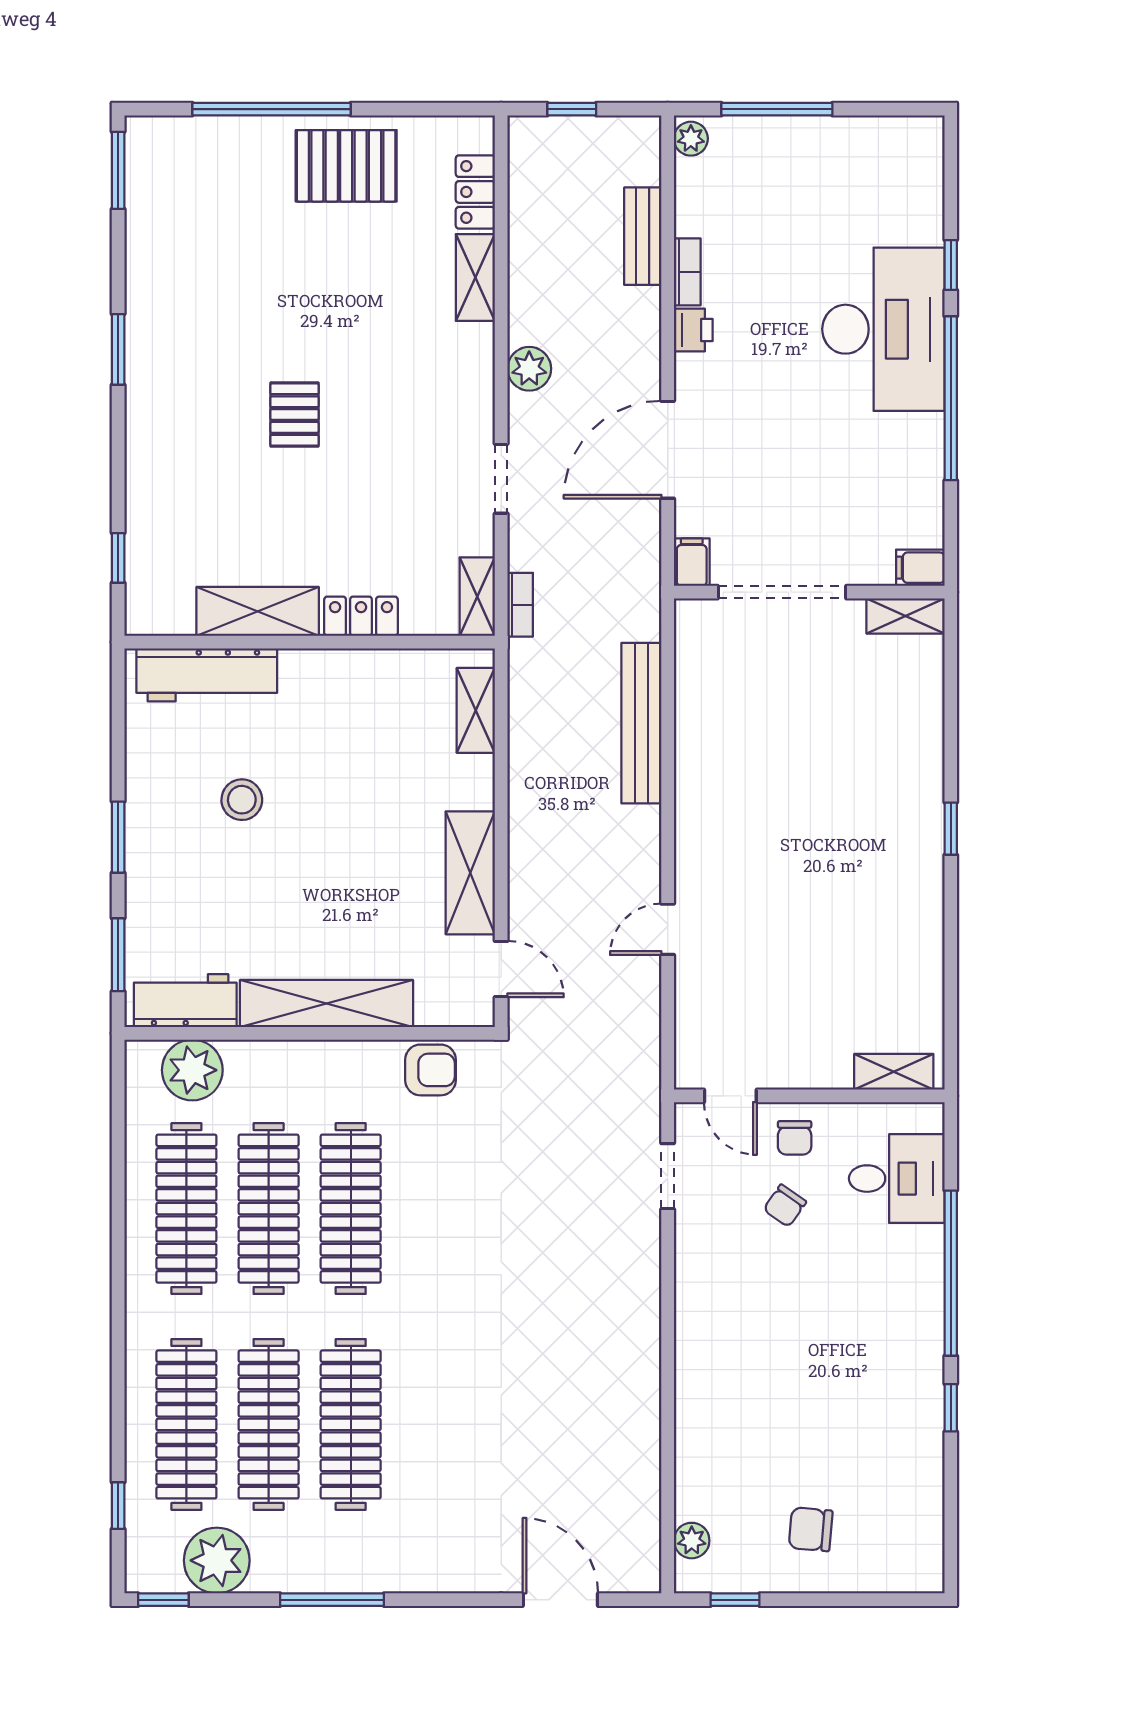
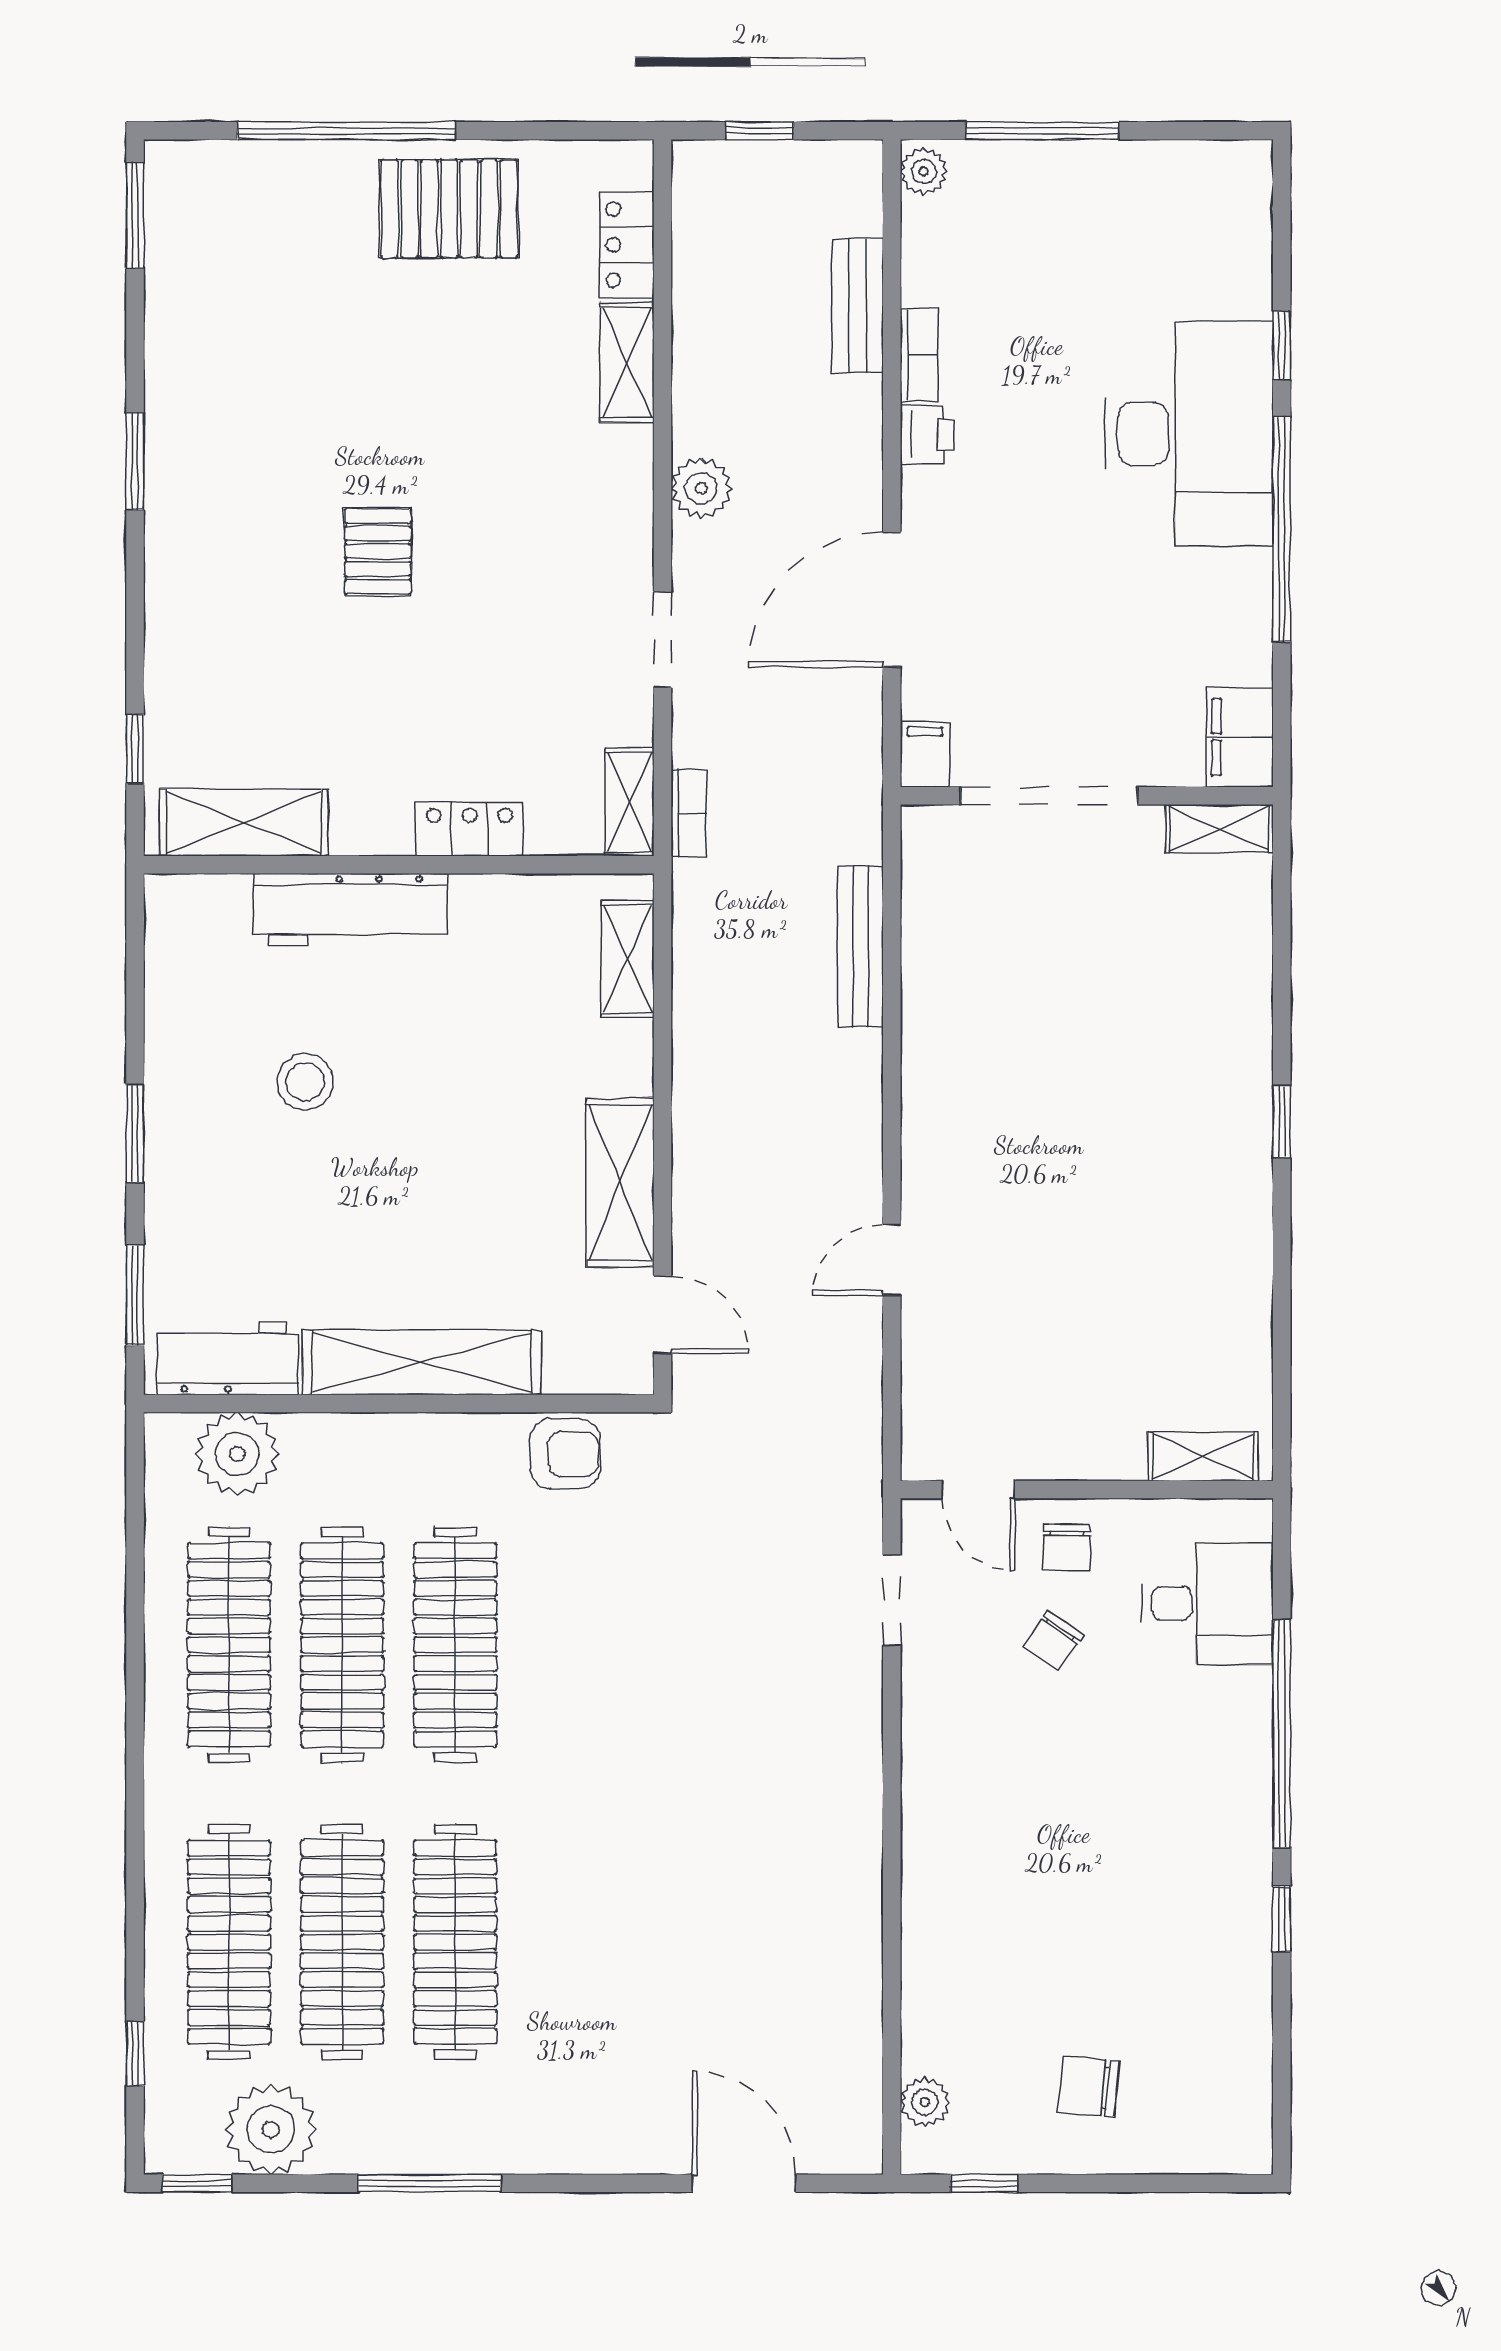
filing cabinet: (920, 568) -> (1240, 737), width x2.00
shelving: (258, 611) -> (244, 822), moved
workbench: (207, 675) -> (350, 910), moved
bench: (641, 723) -> (861, 947), width x0.73, depth x0.82

